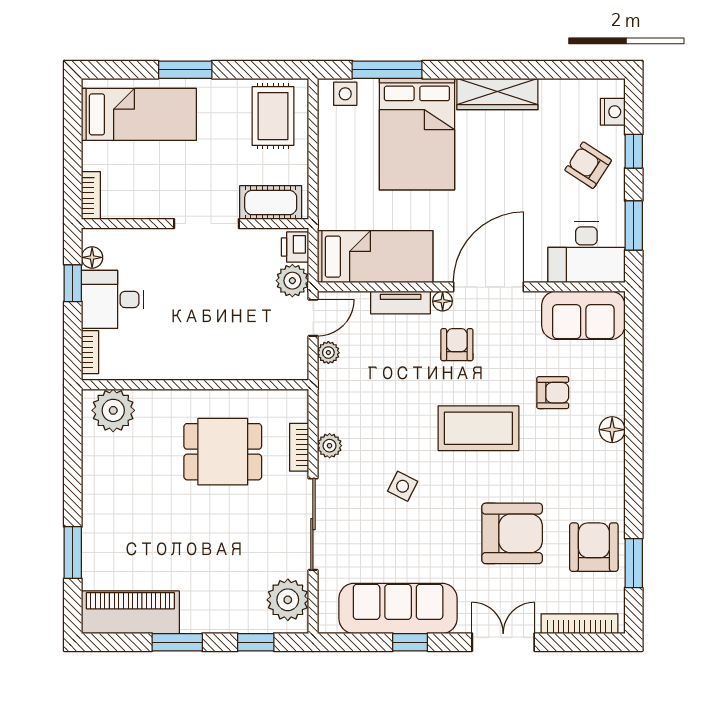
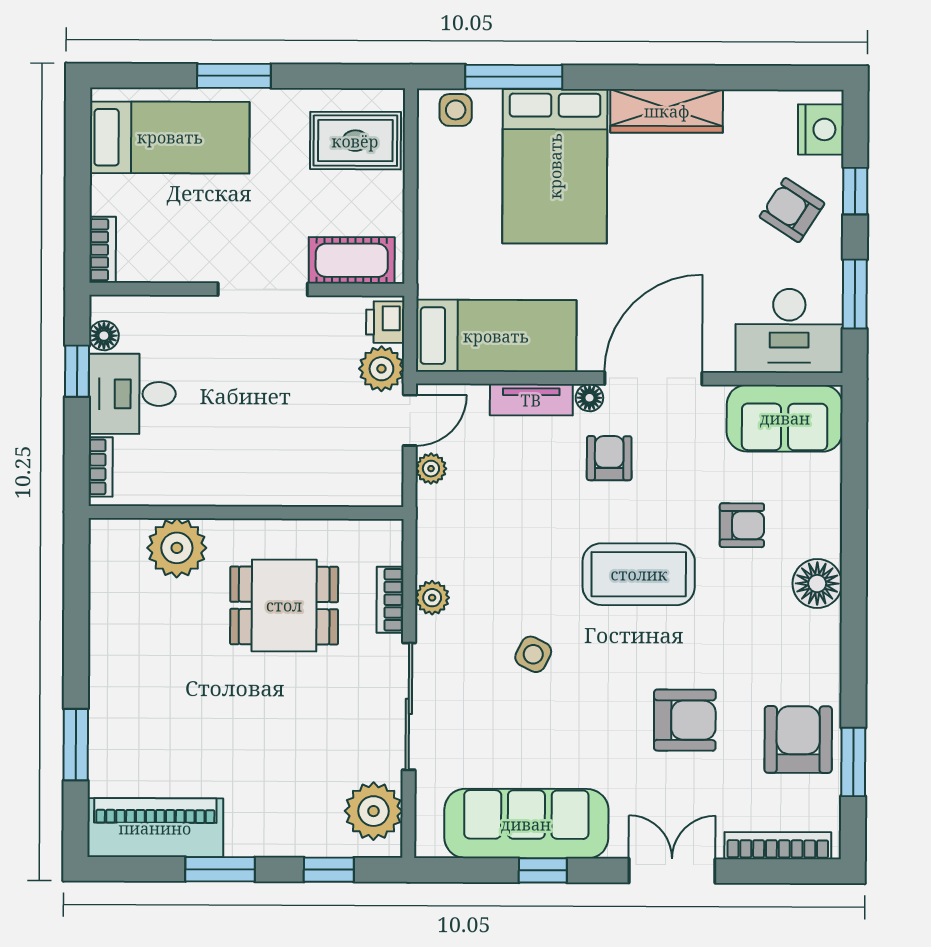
nightstand: (613, 112) -> (821, 129), width x1.36, depth x1.33
rug: (273, 116) -> (355, 141), turned 90
plant: (113, 410) -> (177, 548), moved
floor lamp: (612, 430) -> (817, 584), width x1.38, depth x1.38
armchair: (512, 533) -> (685, 720), width x0.73, depth x0.73

